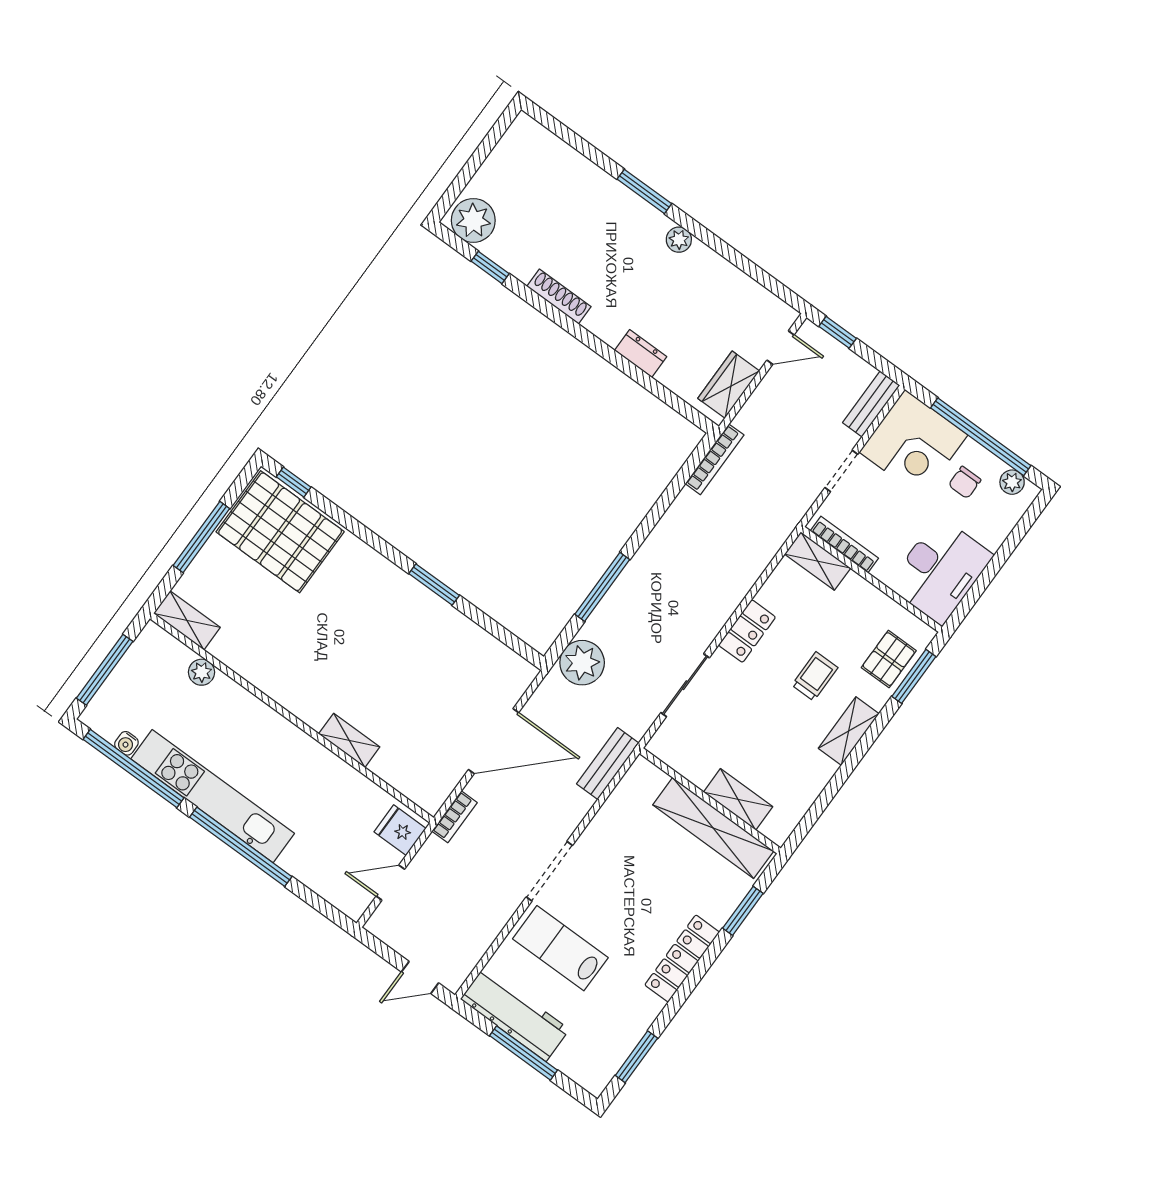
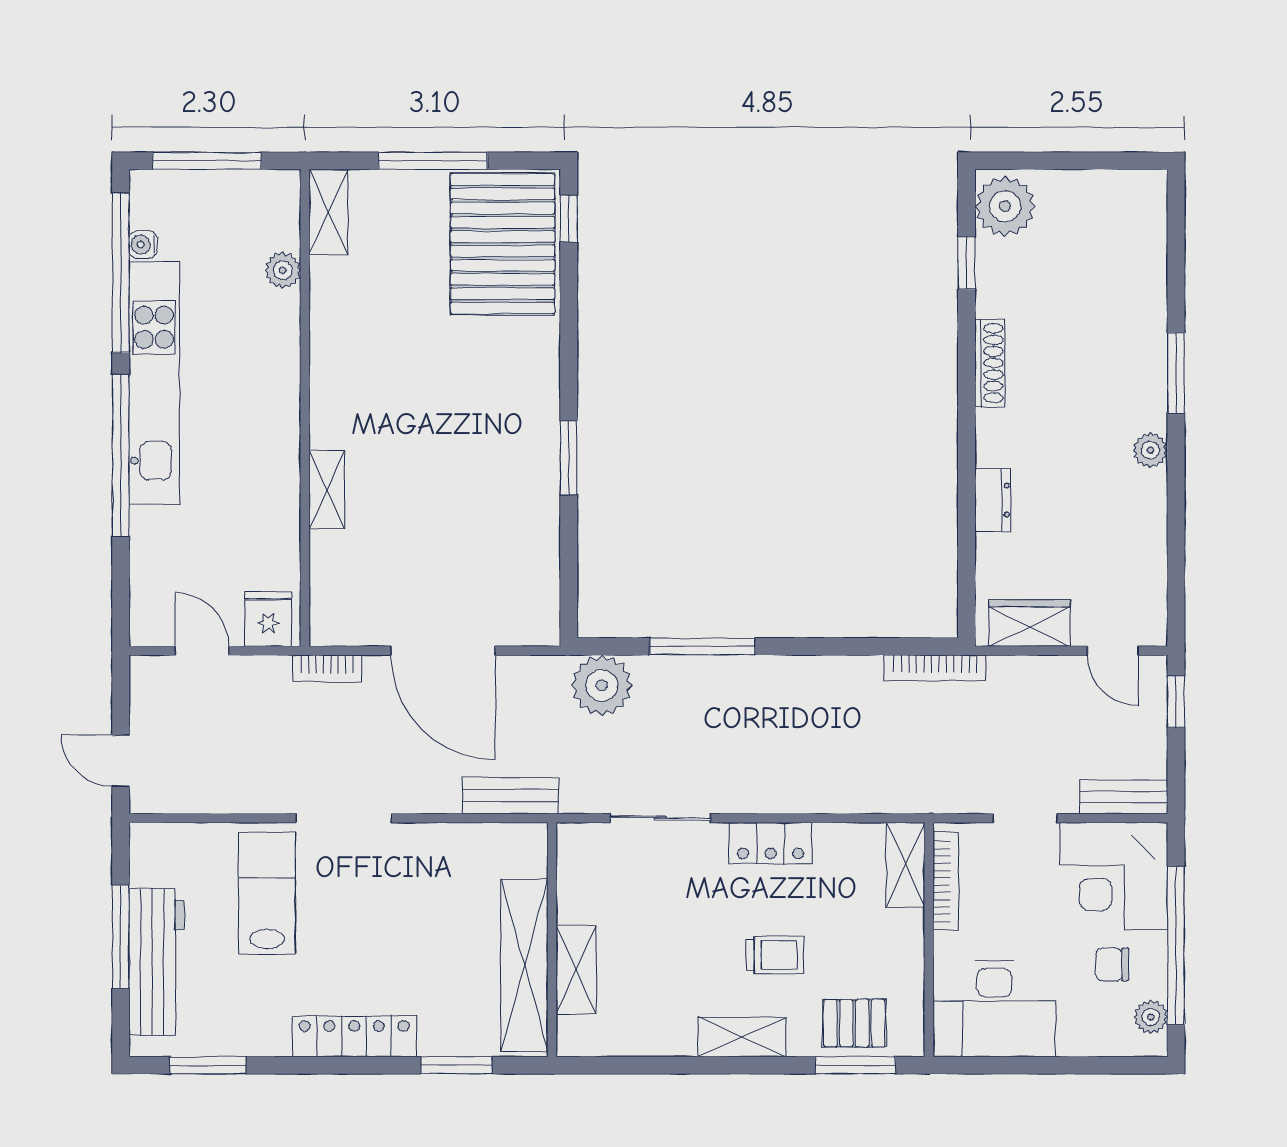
workbench: (515, 1014) -> (157, 962), moved

